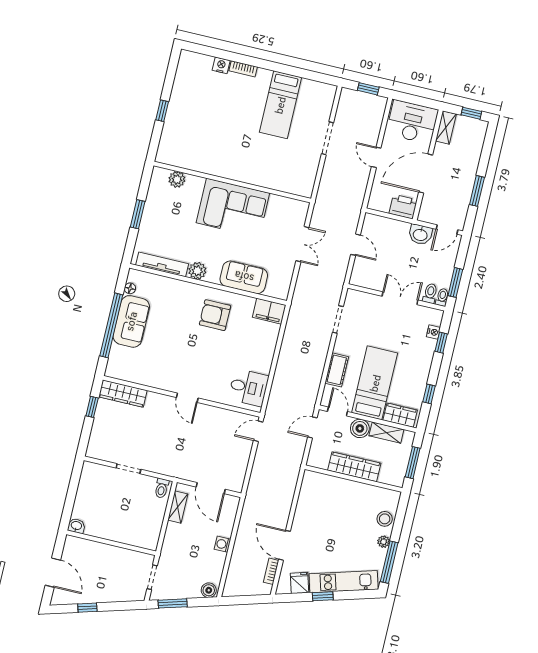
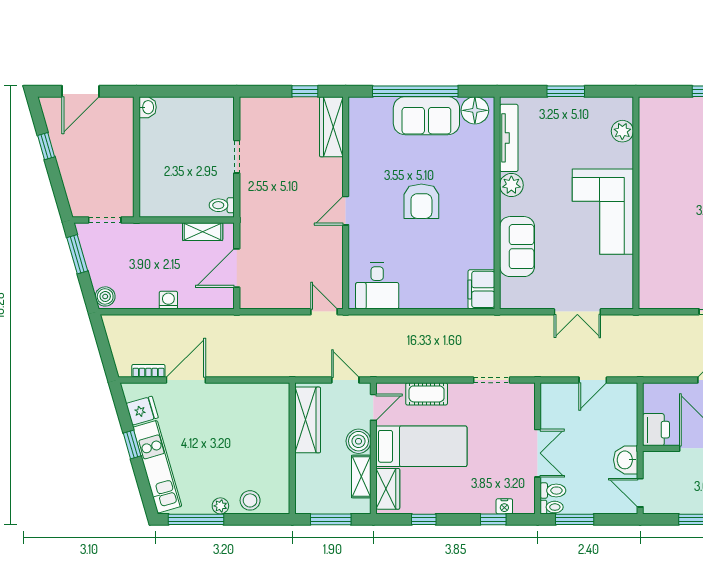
floor lamp: (130, 288) -> (475, 110), width x1.89, depth x1.89
armchair: (215, 315) -> (421, 201), moved, turned 180
wardrobe: (354, 467) -> (308, 420), moved

